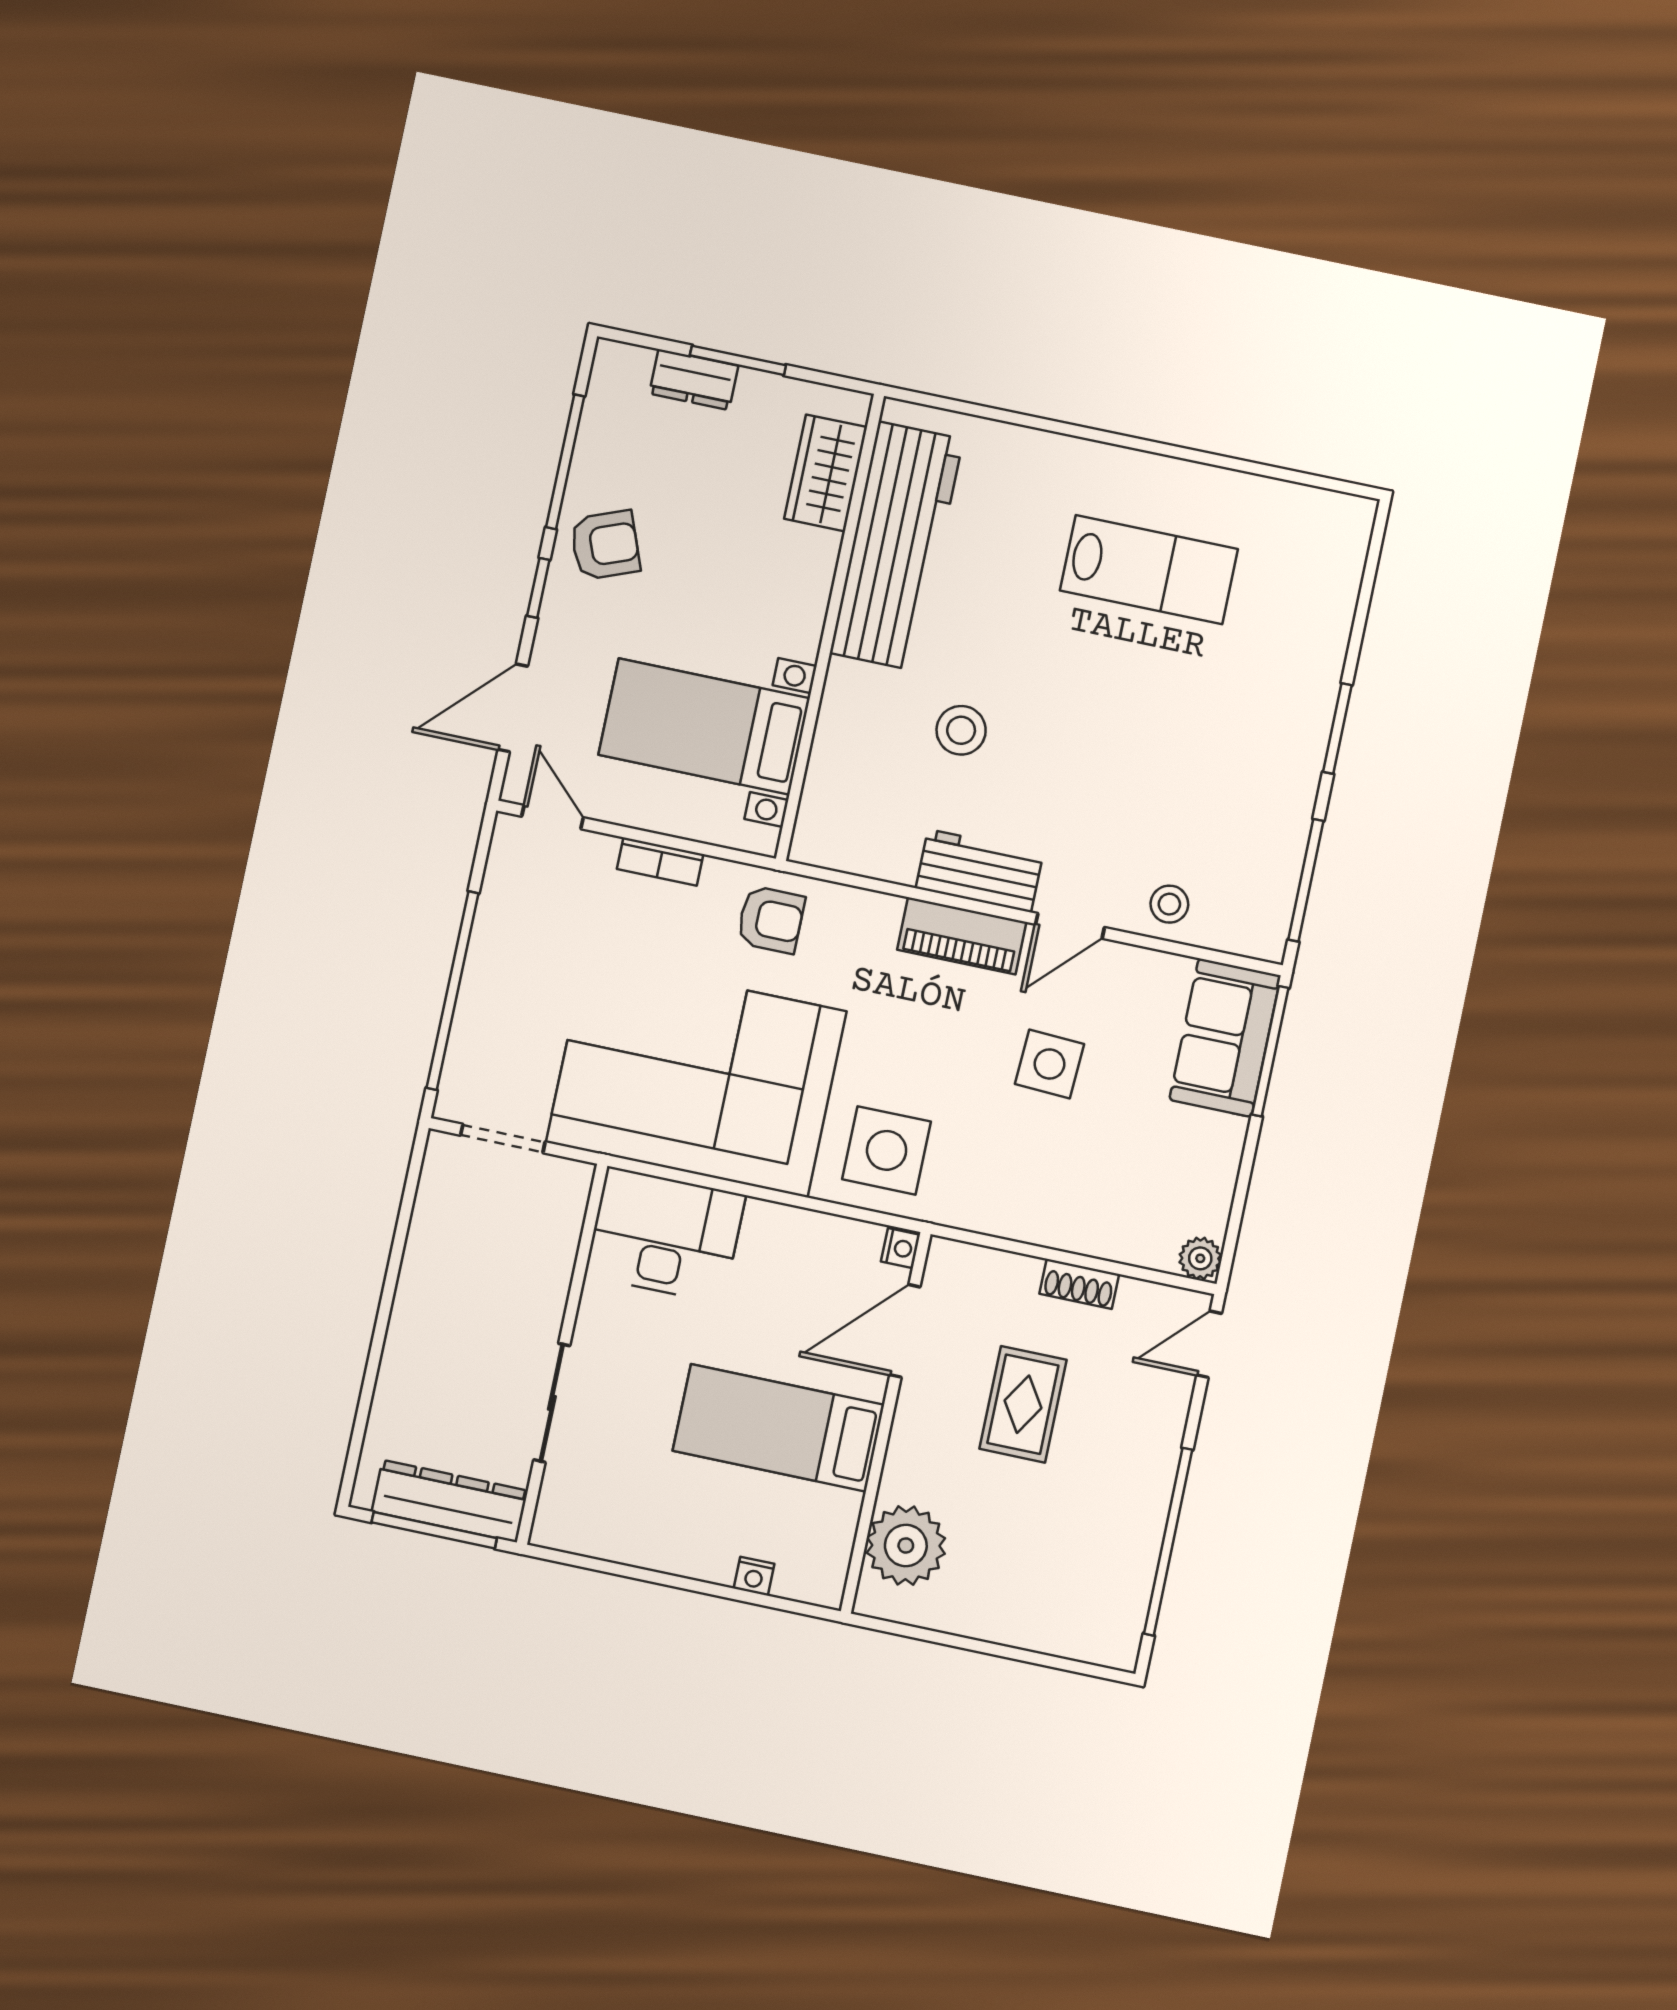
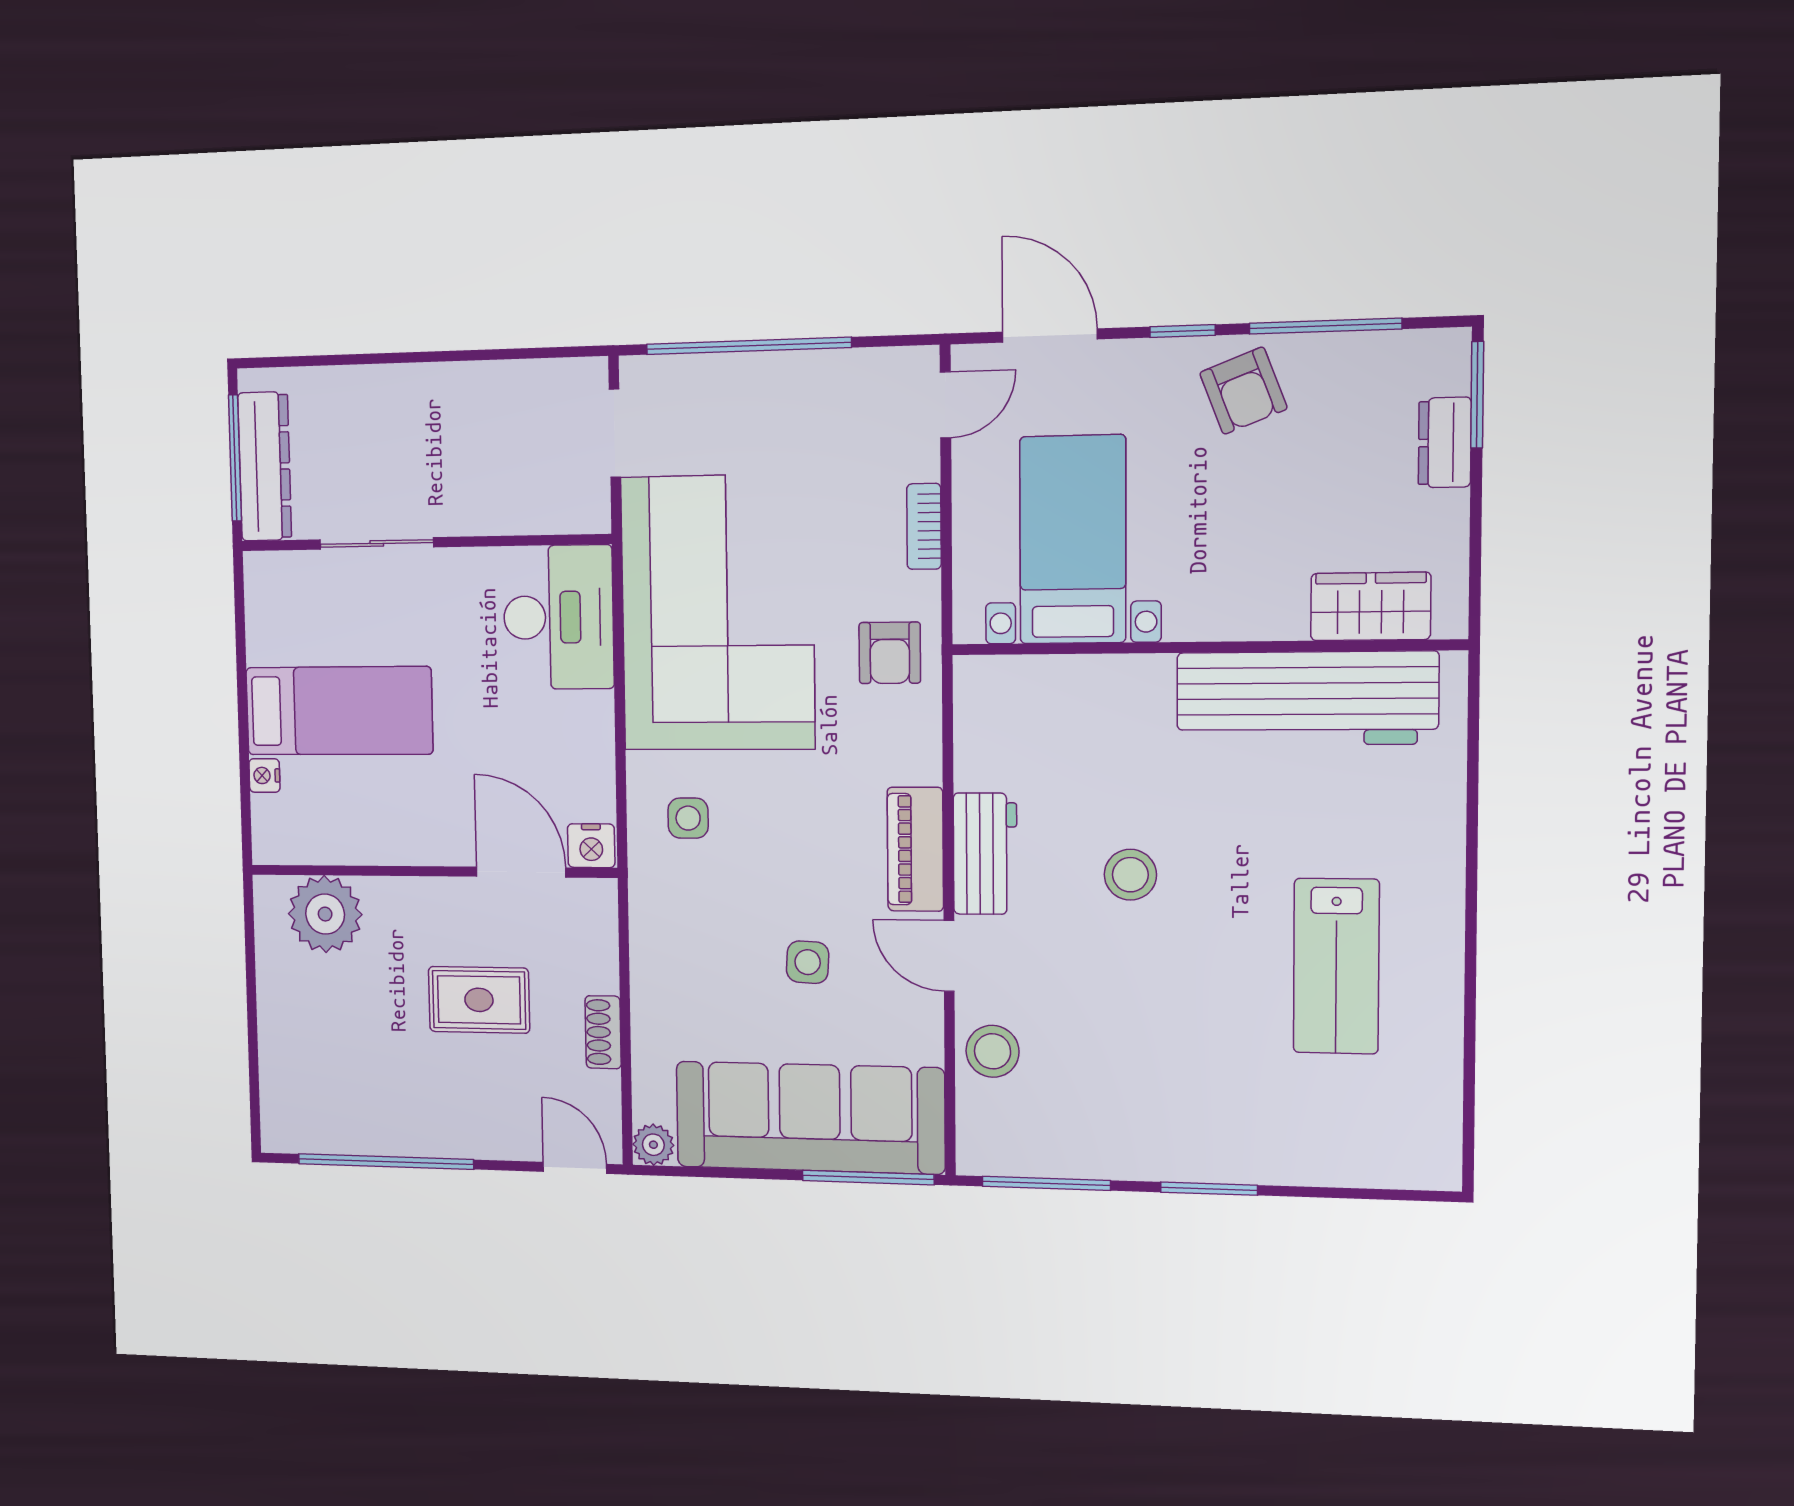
window: (738, 360) -> (1477, 395), moved
stool: (961, 730) -> (1130, 875), moved
stool: (1169, 904) -> (993, 1051), width x1.37, depth x1.37
sofa: (1225, 1038) -> (810, 1118), width x1.85, depth x1.27
side table: (1050, 1064) -> (808, 962), width x0.73, depth x0.73
side table: (887, 1150) -> (688, 818), width x0.54, depth x0.54
nightstand: (900, 1248) -> (591, 846), width x1.39, depth x1.35
bed: (778, 1428) -> (339, 711), moved, turned 90

